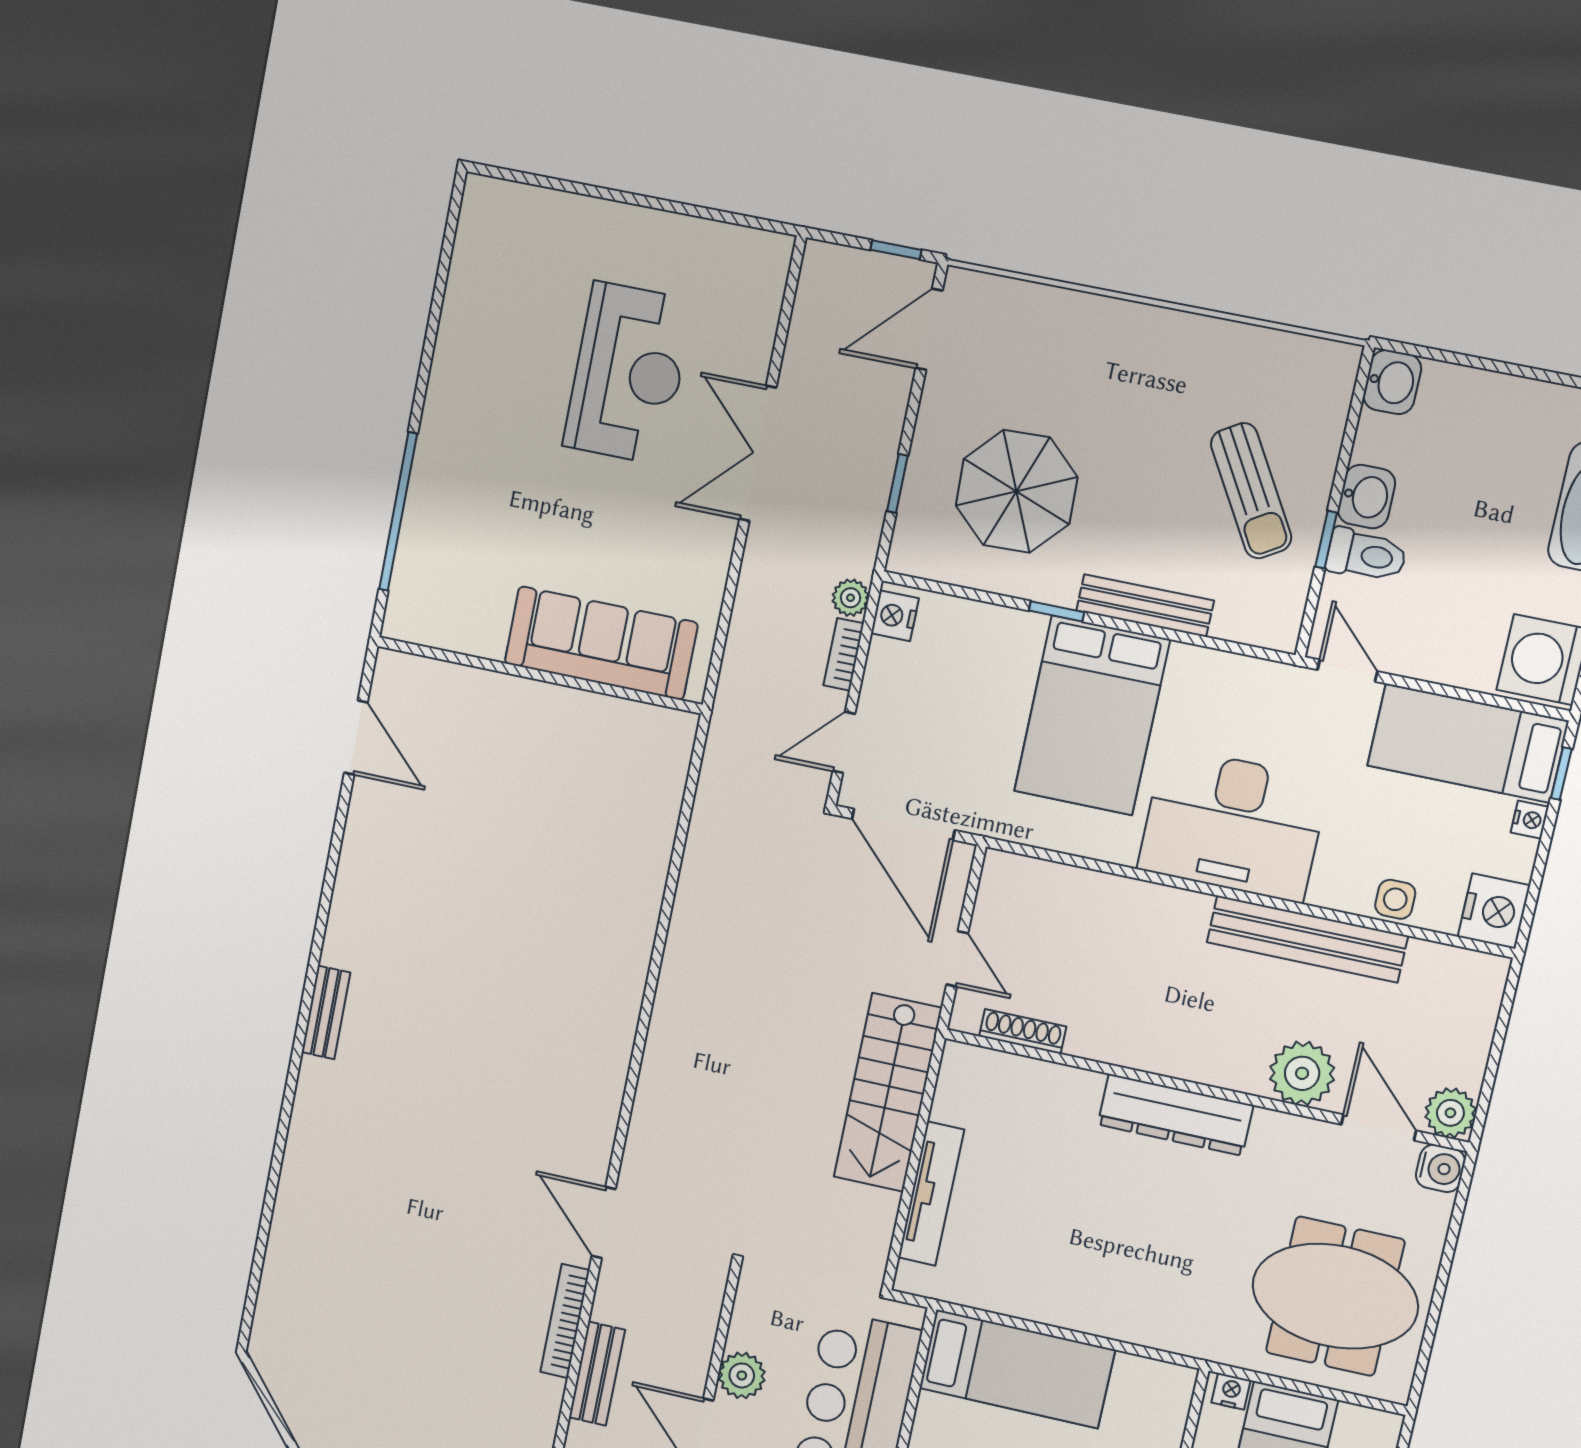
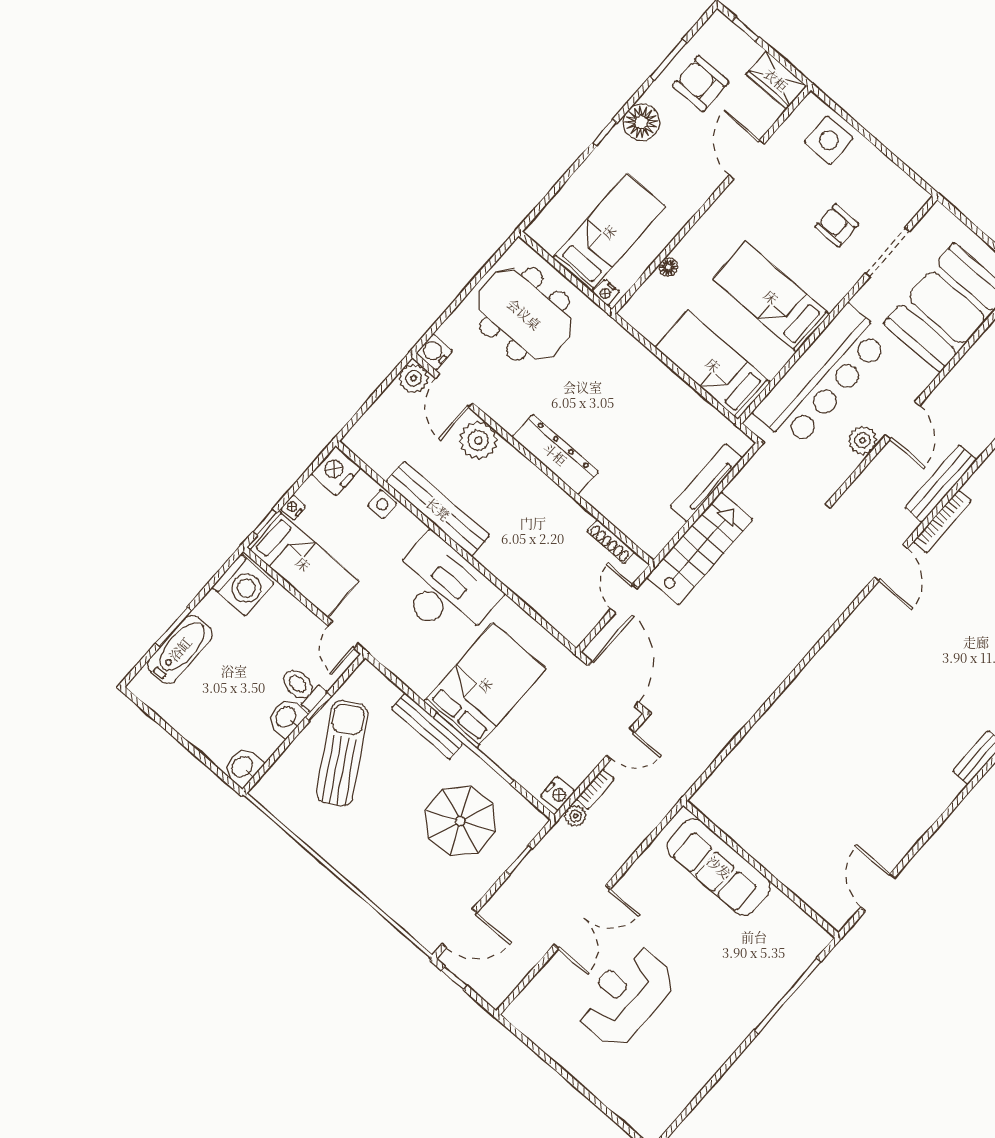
sun lounger: (1251, 491) -> (342, 753), width x1.36, depth x1.34
window: (1057, 611) -> (474, 749), width x3.17
bench: (597, 1374) -> (941, 484), width x1.36

